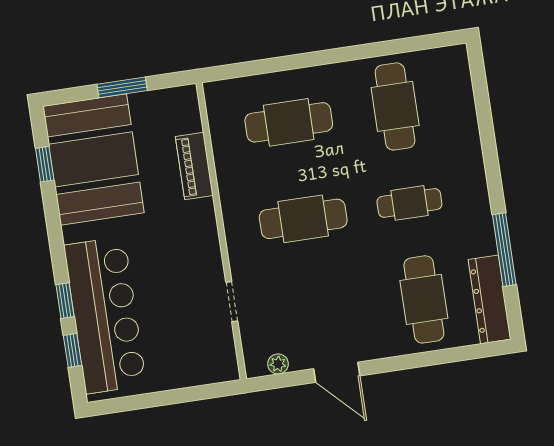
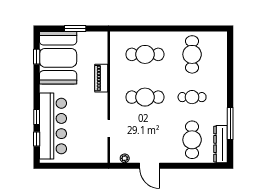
piano: (194, 166) -> (101, 78), moved

